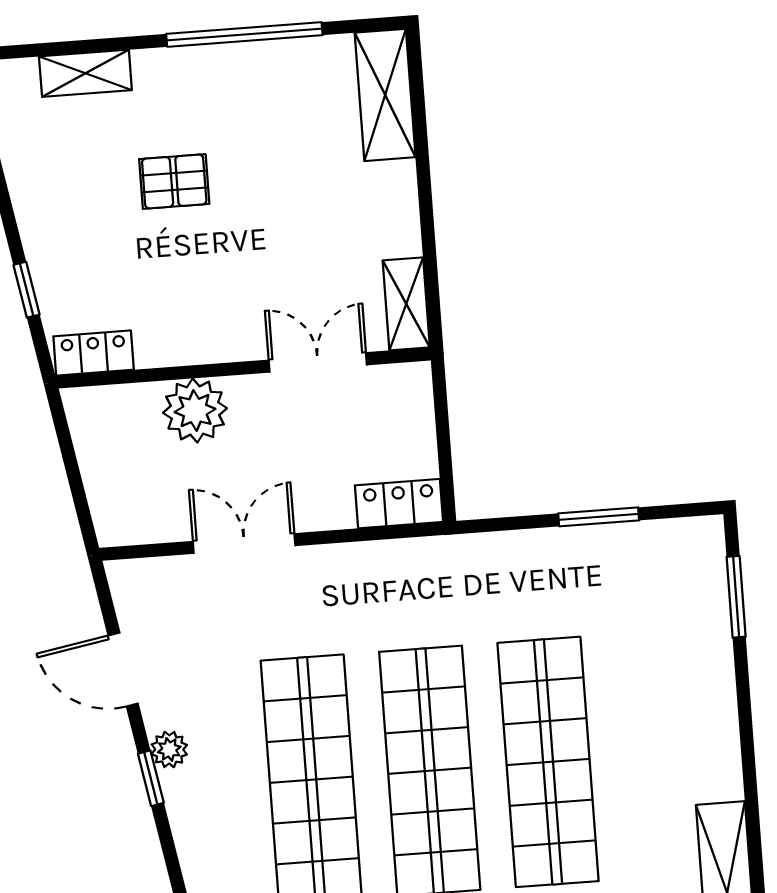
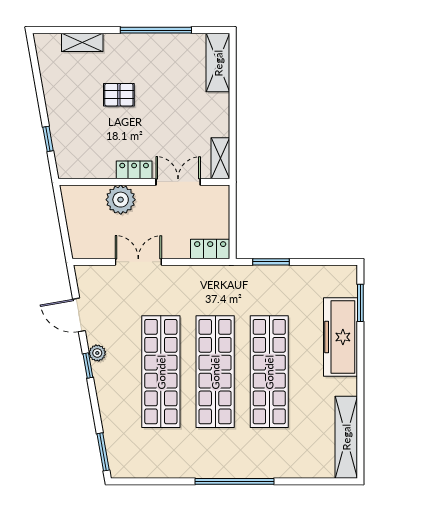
locker: (94, 353) -> (134, 170), moved
window: (599, 517) -> (271, 262), moved
freezer: (698, 675) -> (341, 337), added

